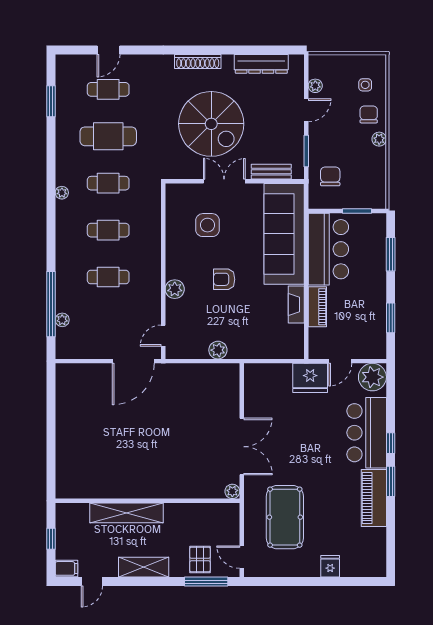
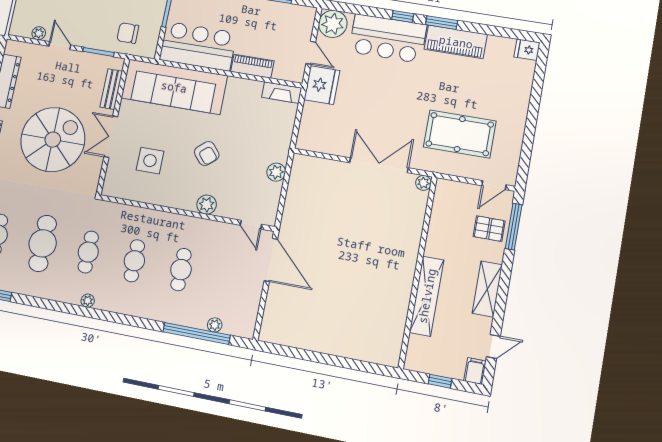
armchair: (224, 279) -> (207, 154), turned -41
fireplace: (296, 304) -> (282, 93), moved
fridge: (330, 566) -> (527, 50), moved
door: (92, 582) -> (493, 347), hinge flipped

